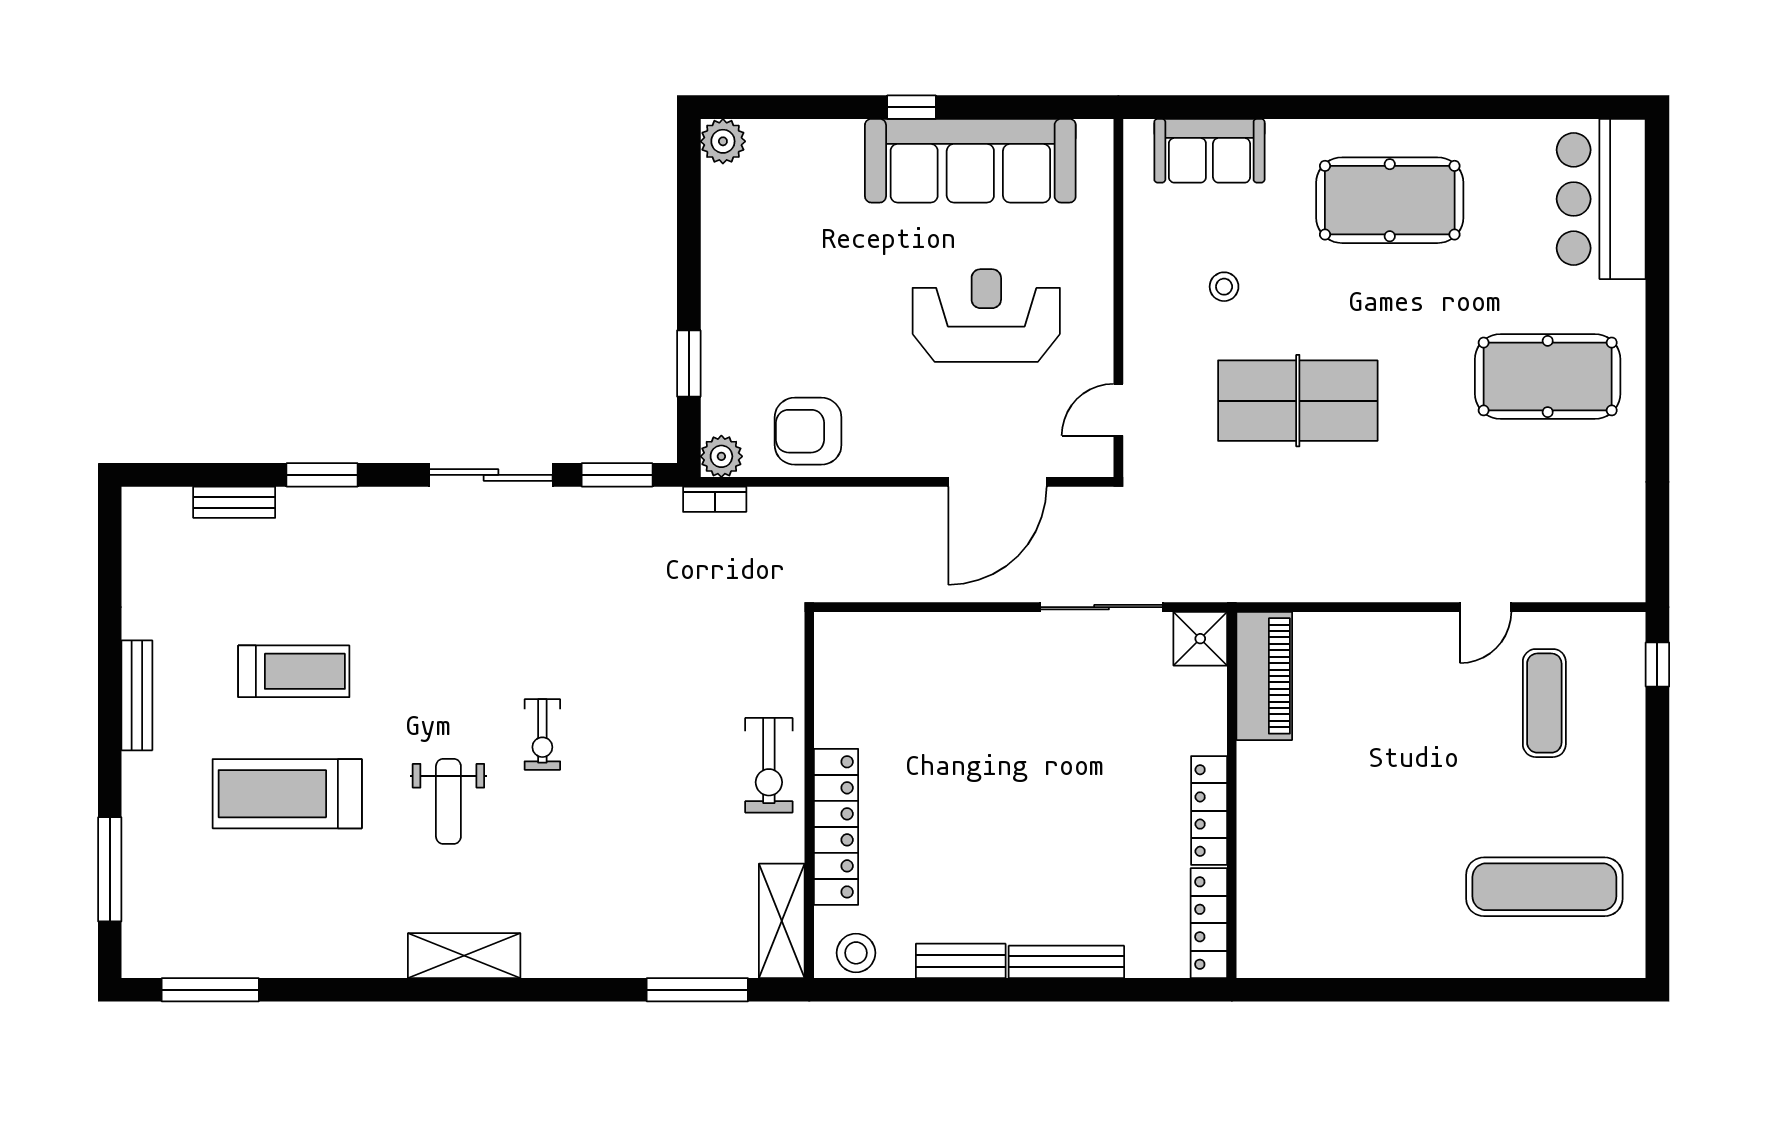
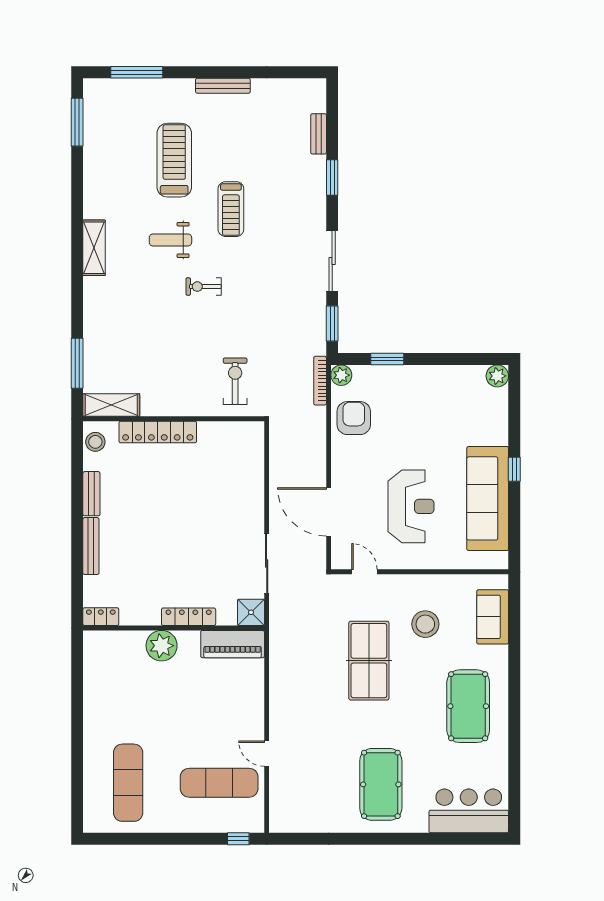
stool: (1224, 287) -> (425, 624), width x1.89, depth x1.89
bookcase: (715, 499) -> (320, 381), width x1.56
treadmill: (294, 671) -> (231, 209), moved
exercise mat: (1544, 703) -> (219, 783), width x1.36, depth x1.45
exercise bike: (769, 765) -> (235, 381), moved, turned 90
locker: (1209, 811) -> (189, 617), moved
plant: (1268, 819) -> (162, 646), added
locker: (1209, 923) -> (101, 617), width x0.66

